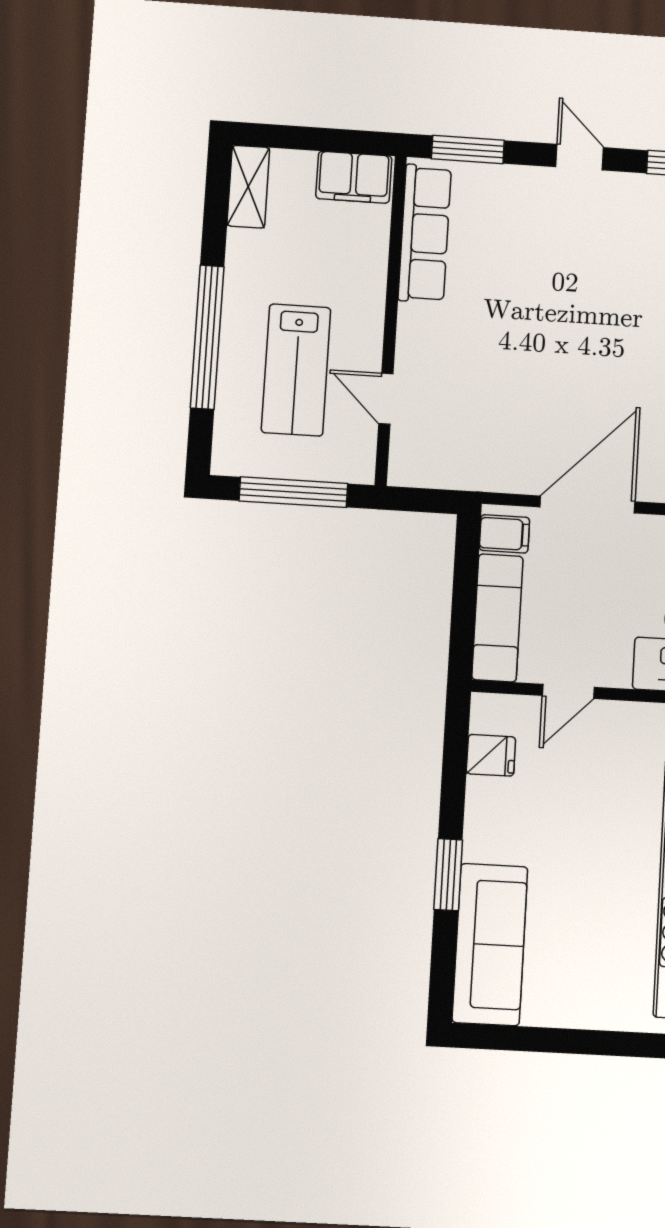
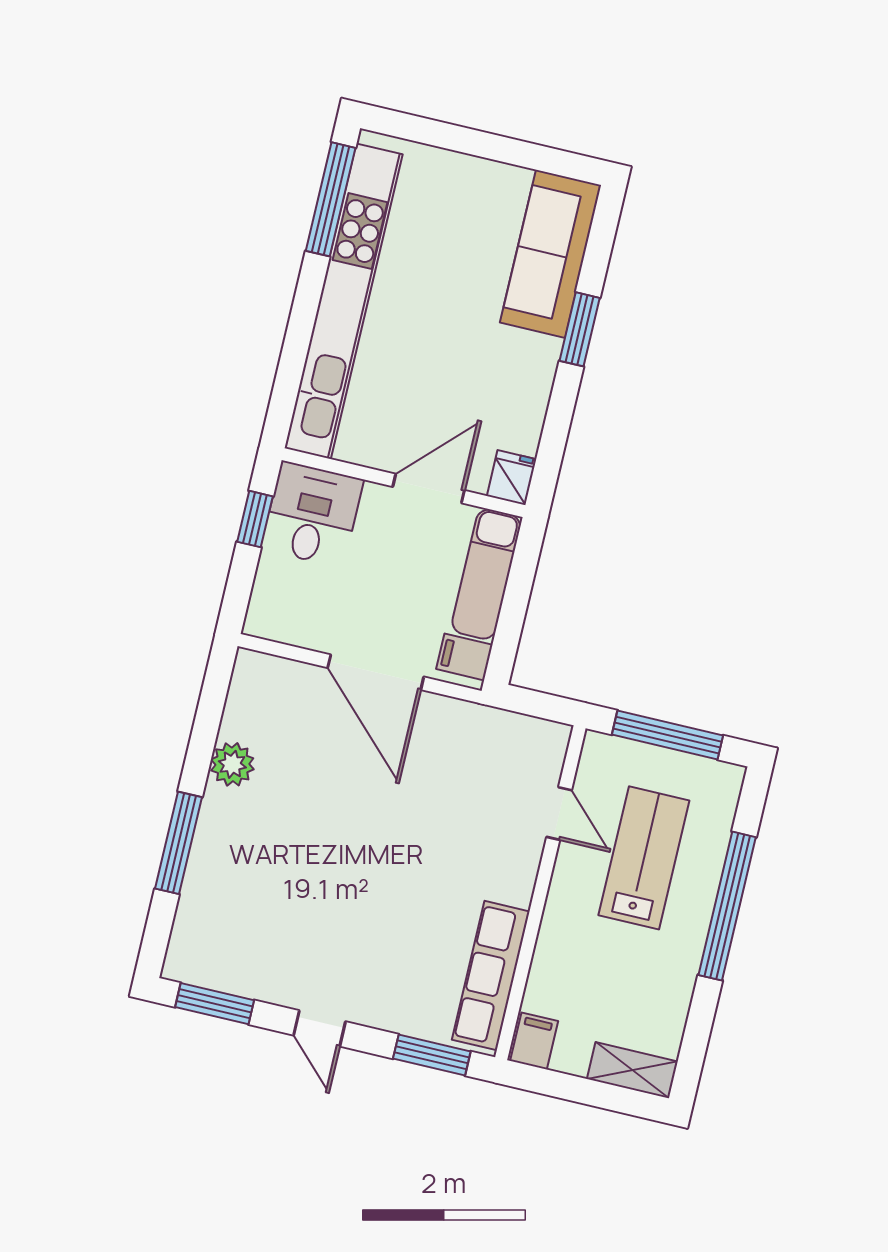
filing cabinet: (354, 177) -> (534, 1041), width x0.50
shelving: (248, 187) -> (632, 1070), moved, turned 90
door: (587, 504) -> (376, 672), hinge flipped
door: (568, 691) -> (429, 489), width x1.38
fridge: (491, 755) -> (512, 478), moved, turned 90

